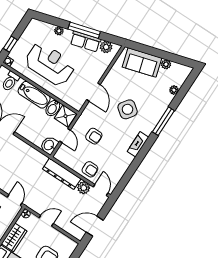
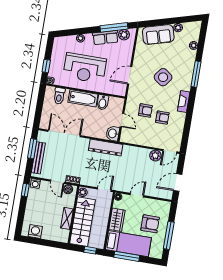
window: (84, 30) -> (114, 27), moved
reception desk: (50, 64) -> (85, 68), turned 180
door: (93, 92) -> (130, 75), swing flipped
shower: (65, 116) -> (116, 104), removed
armchair: (90, 169) -> (162, 118), moved
dresser: (62, 174) -> (106, 147), moved
door: (101, 190) -> (170, 151), swing flipped
door: (15, 200) -> (104, 190), hinge flipped

